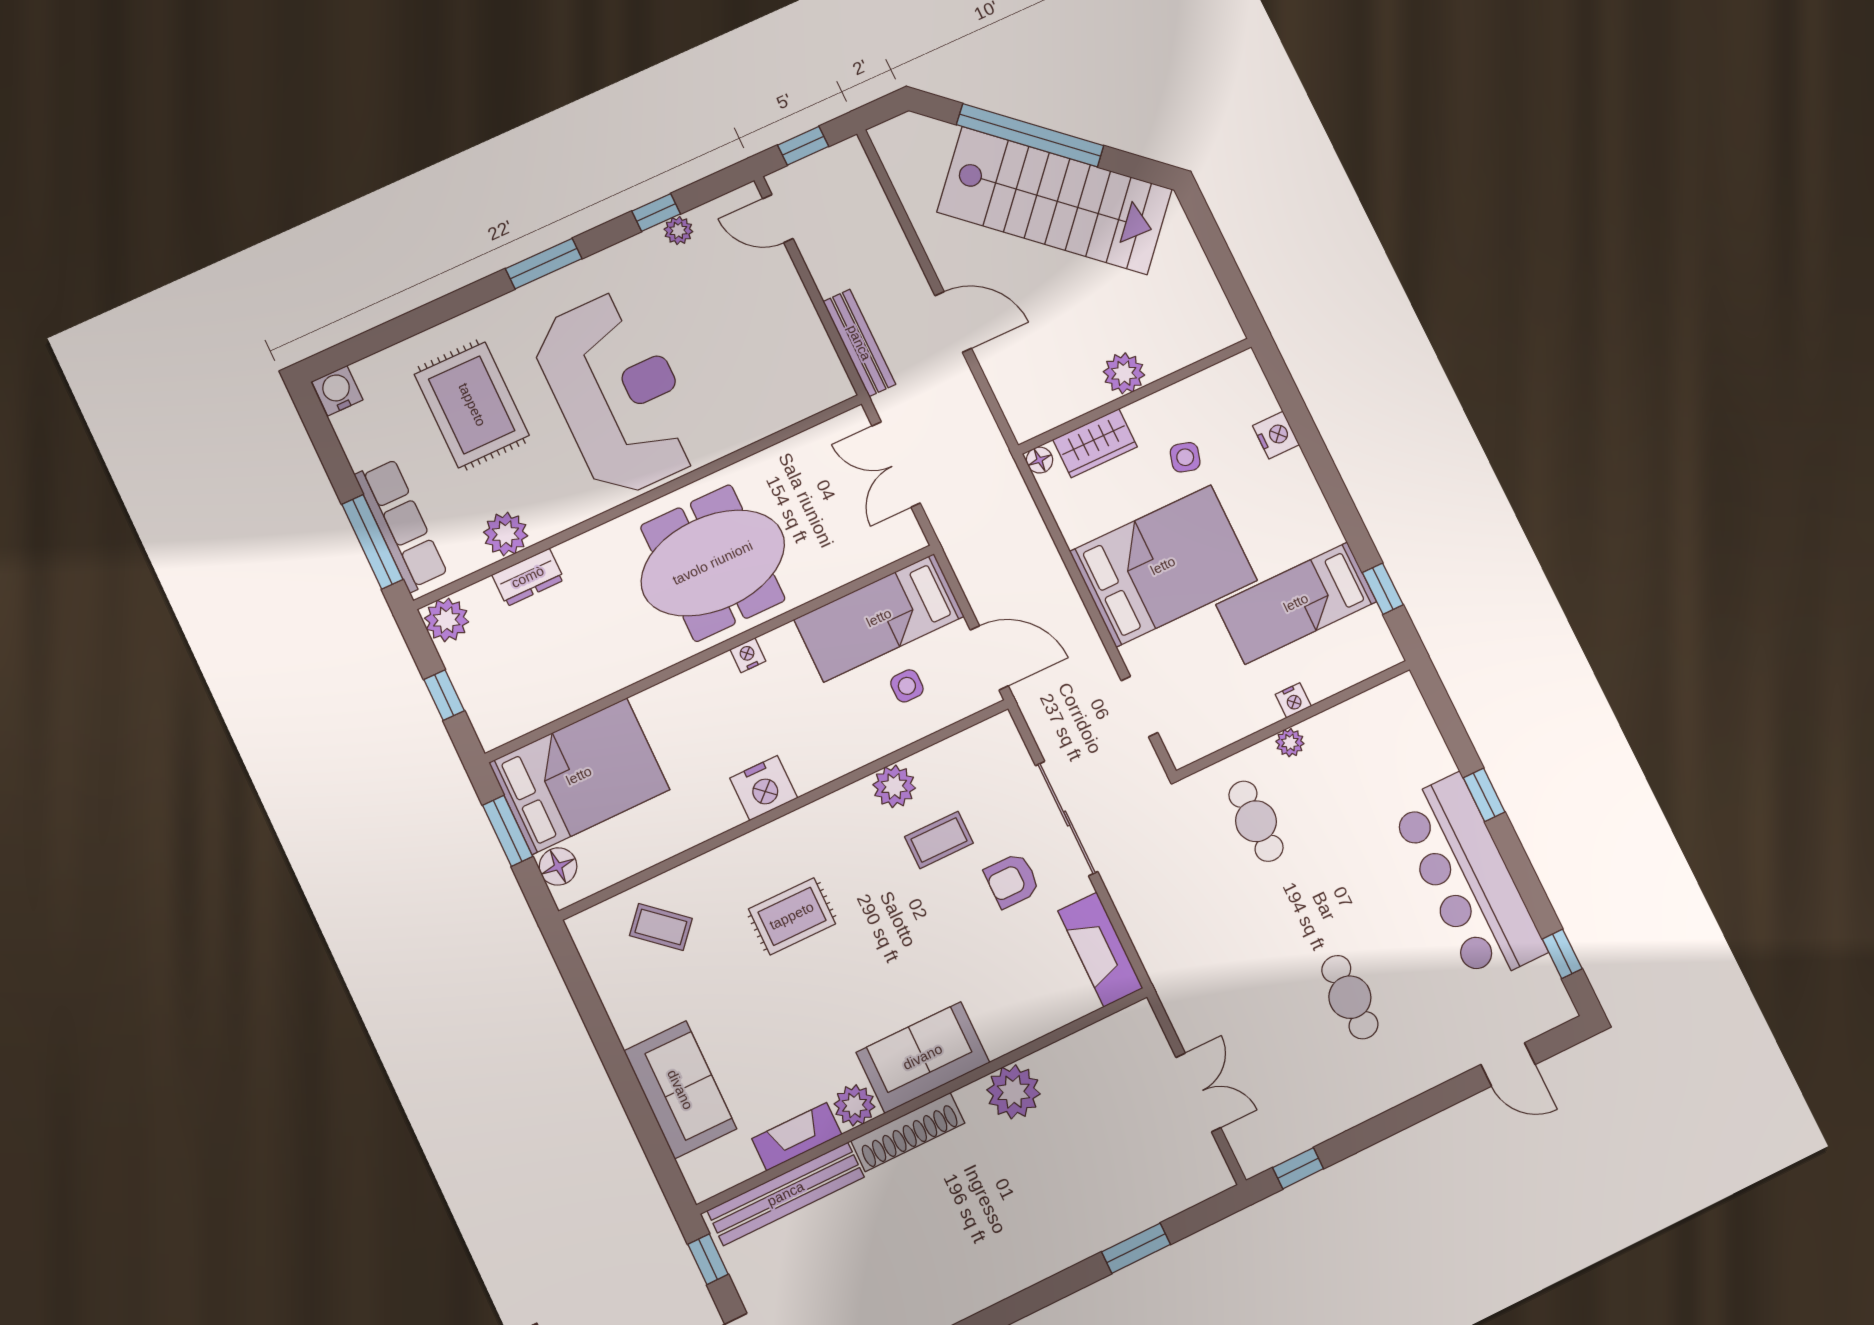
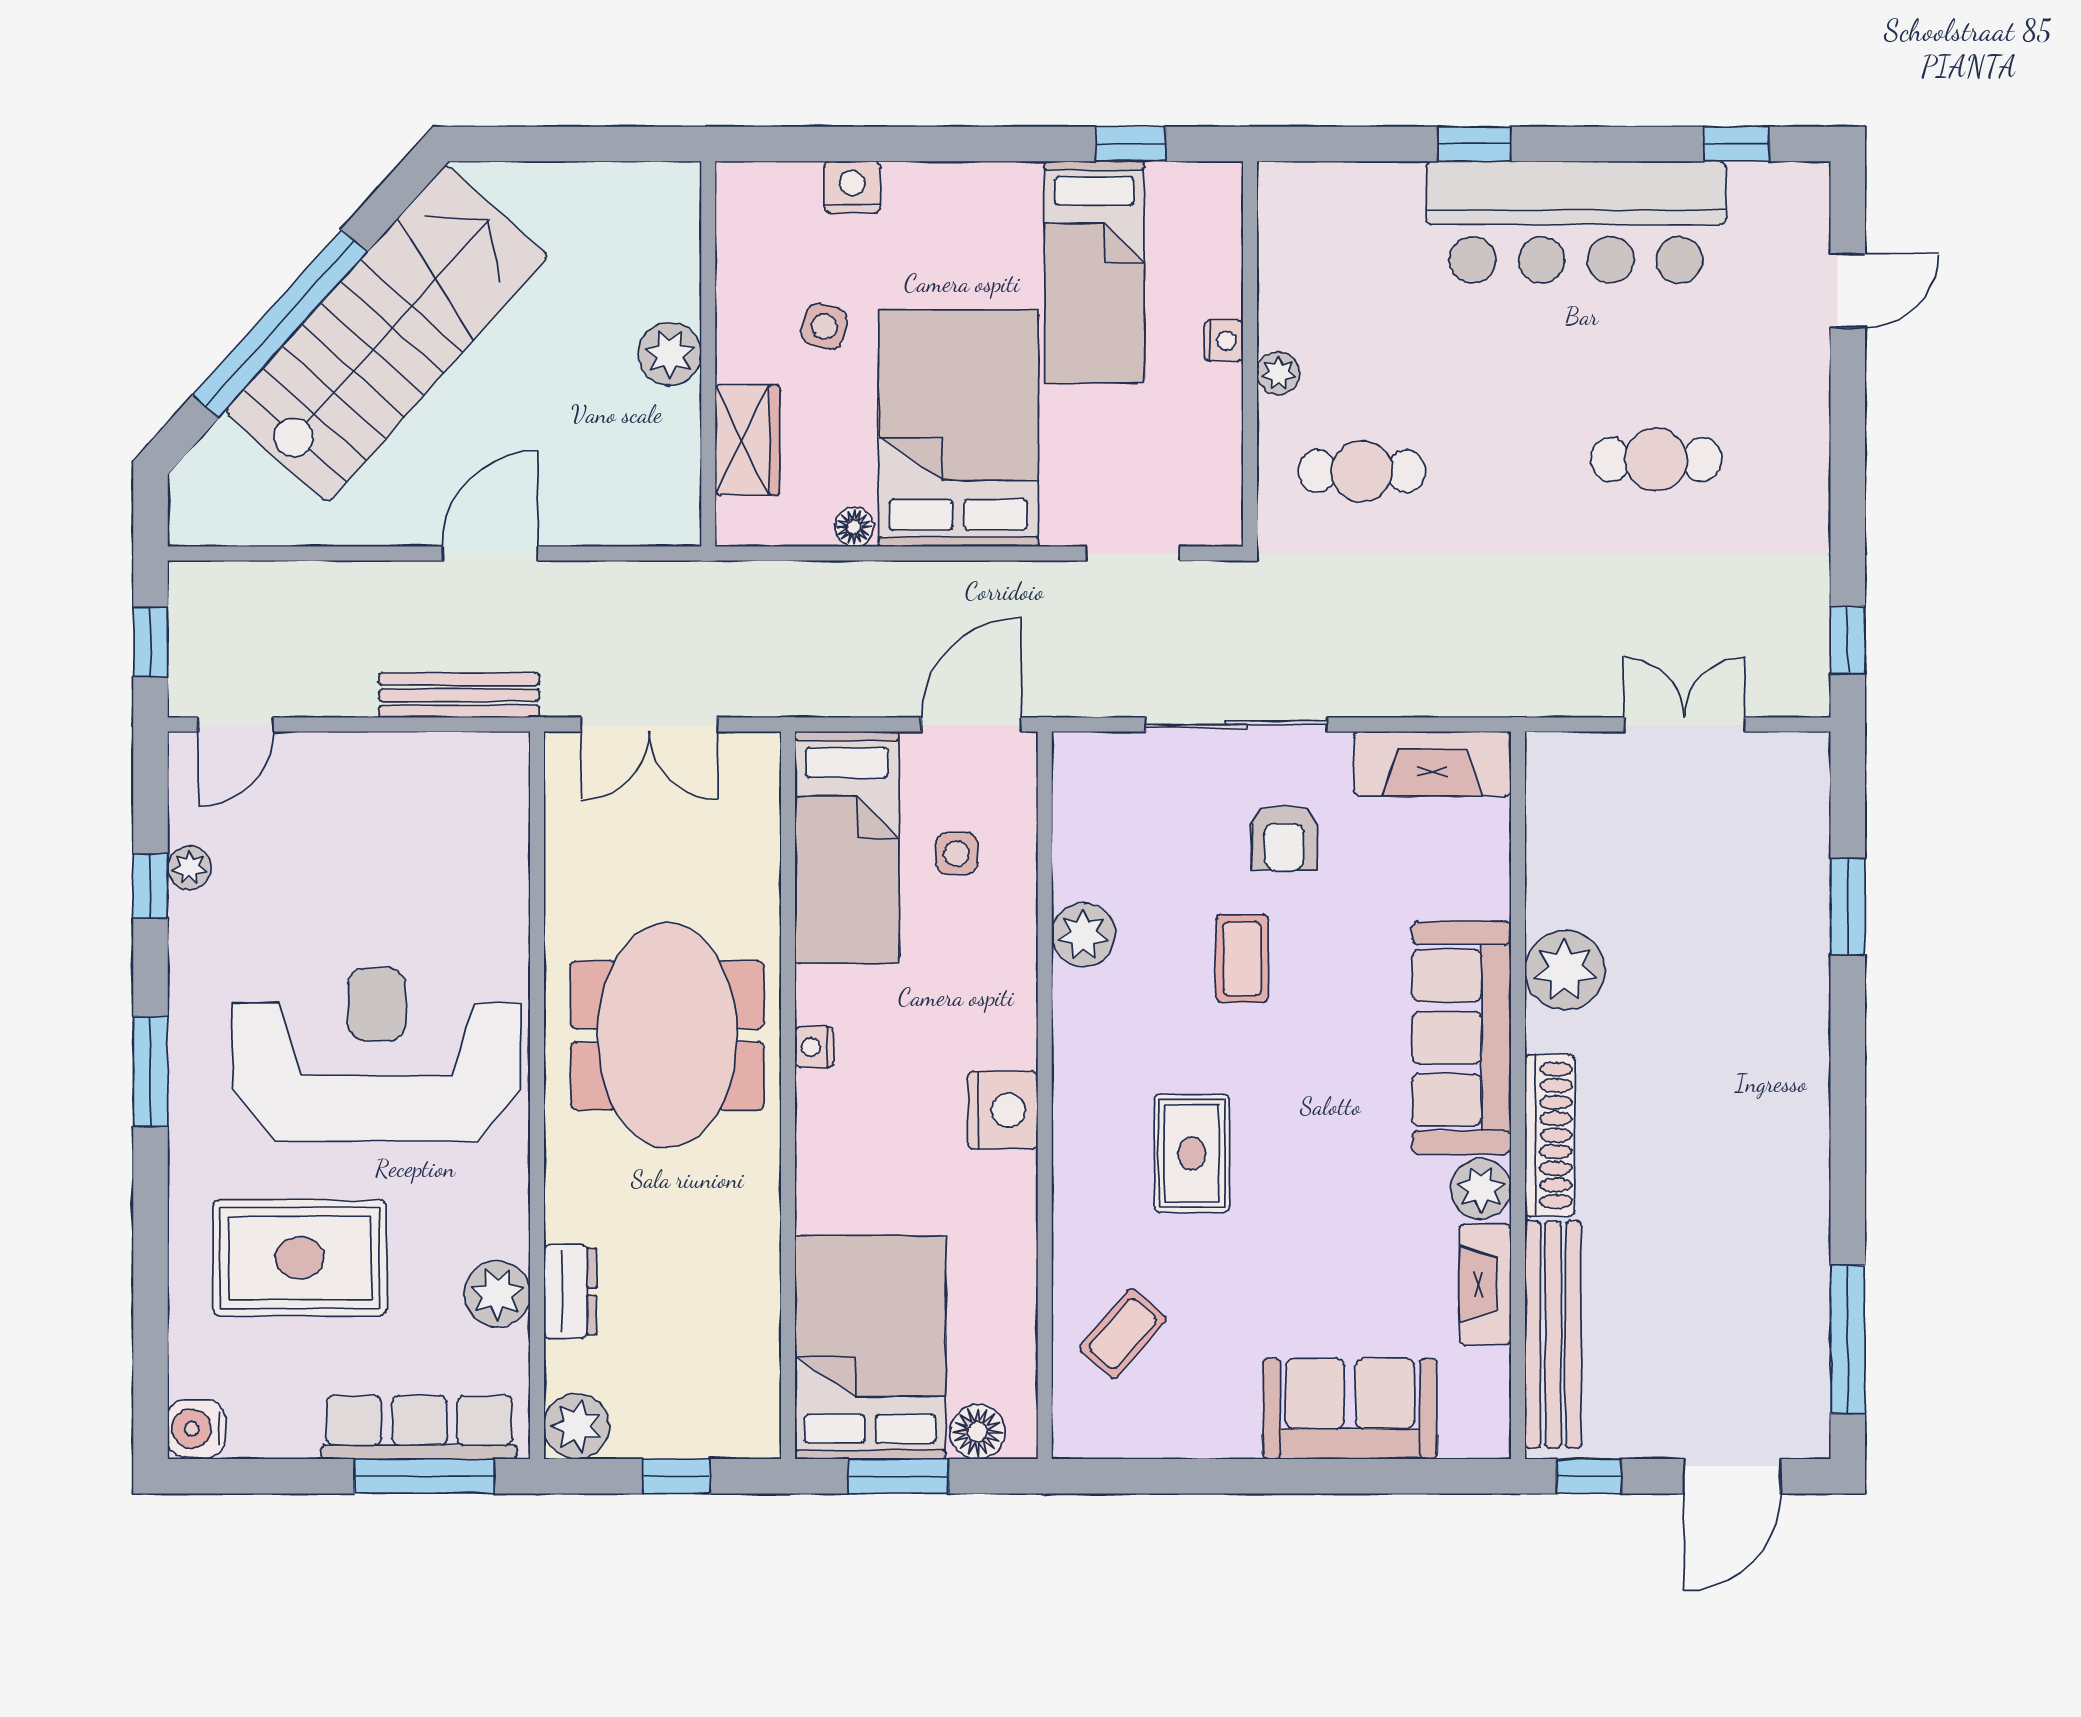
floor lamp: (1040, 460) -> (854, 527), moved
coffee table: (939, 840) -> (1242, 959), moved
sofa: (923, 1057) -> (1462, 1038), width x1.36

